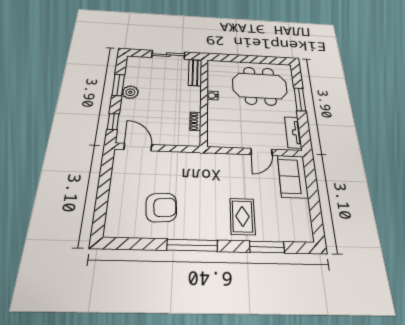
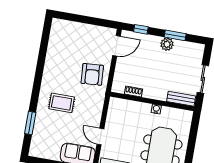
armchair: (161, 207) -> (92, 74), moved
rug: (242, 216) -> (62, 103), moved
window: (192, 245) -> (39, 74), removed

